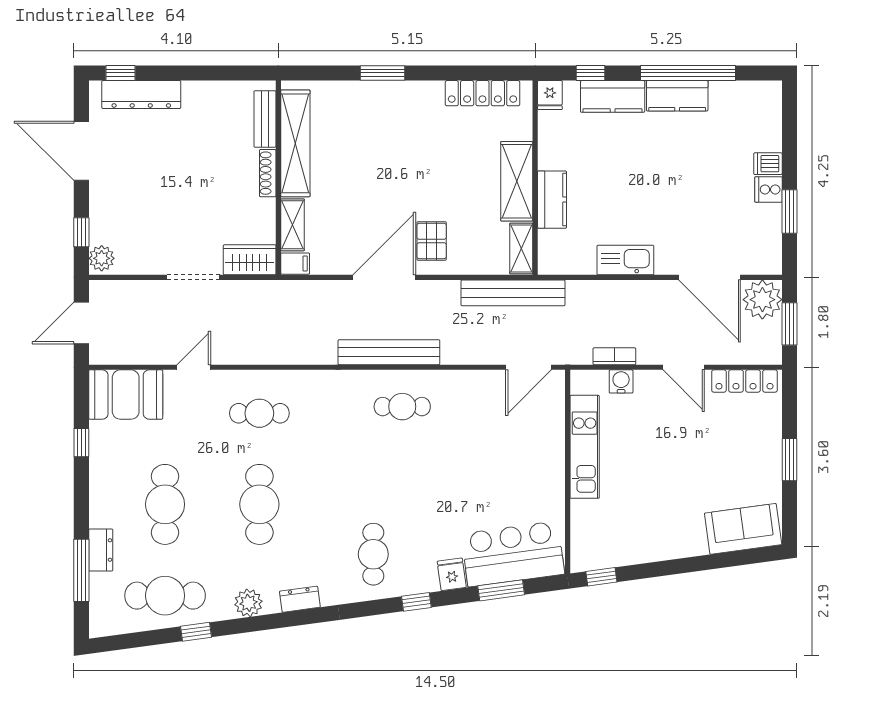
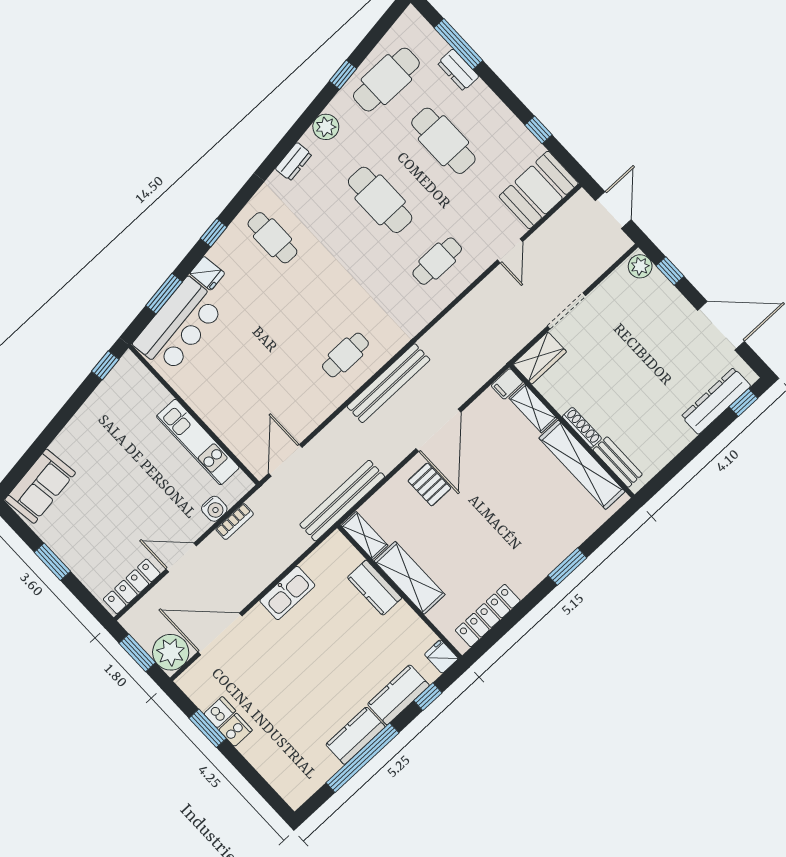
dishwasher: (768, 164) -> (220, 712), moved

